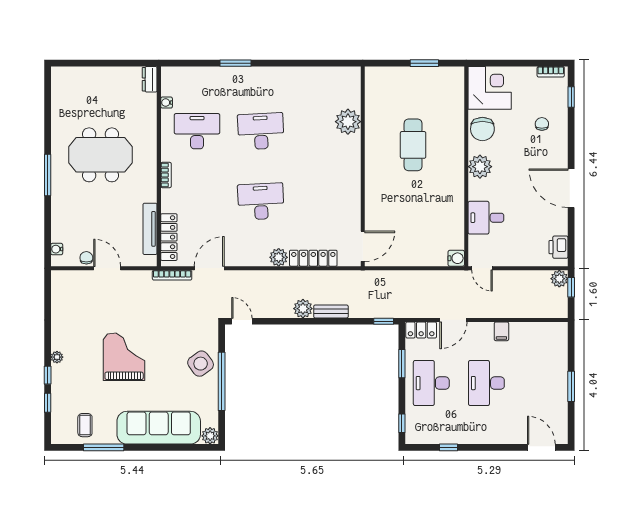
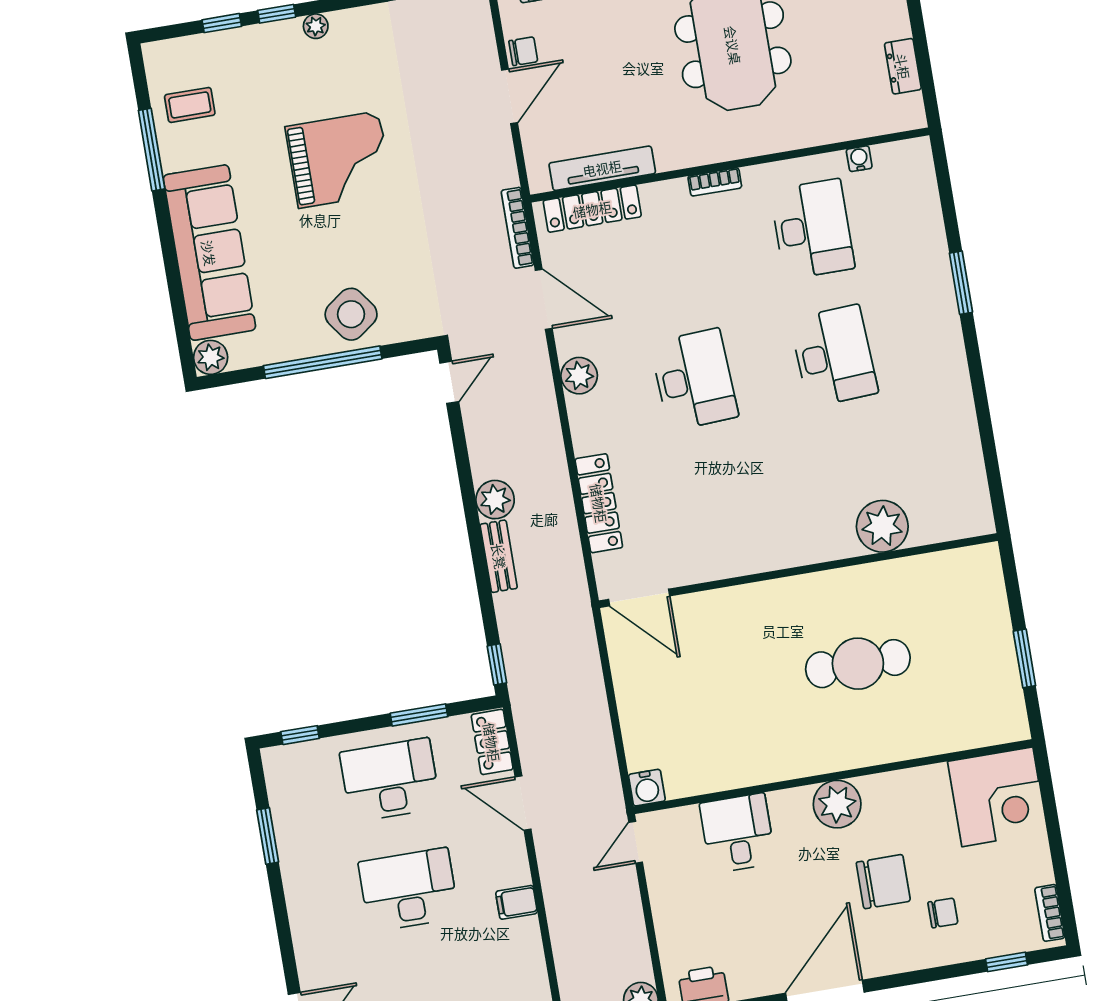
dresser: (150, 79) -> (903, 66), moved, turned -90
chair: (482, 129) -> (883, 882), moved, turned 180
plant: (279, 257) -> (579, 376), moved
window: (448, 447) -> (268, 836), width x1.50

